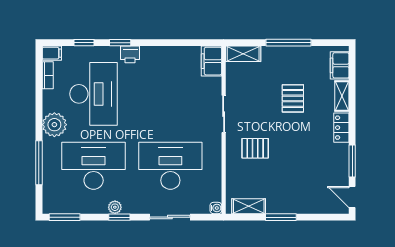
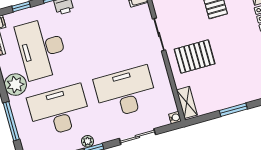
desk: (94, 94) -> (42, 49), turned 180
pallet: (255, 148) -> (195, 56), width x1.50, depth x1.42
shelving: (249, 206) -> (187, 102), moved, turned 90

